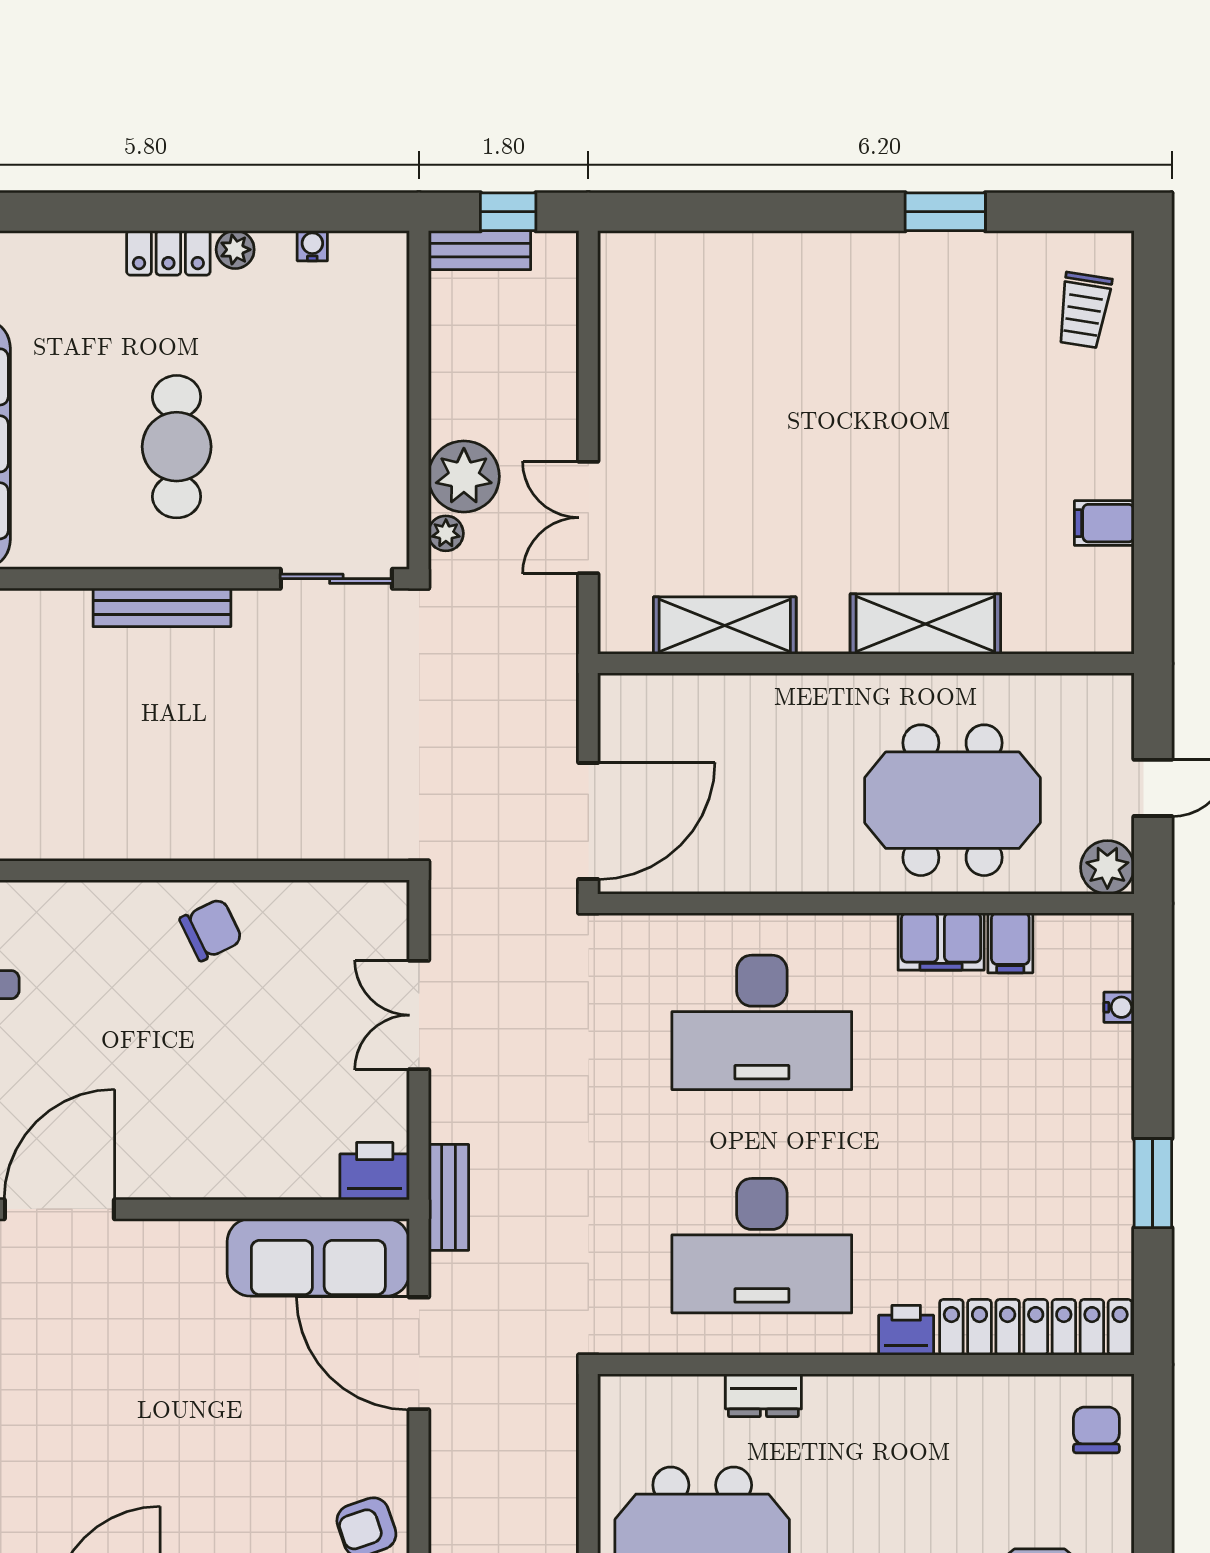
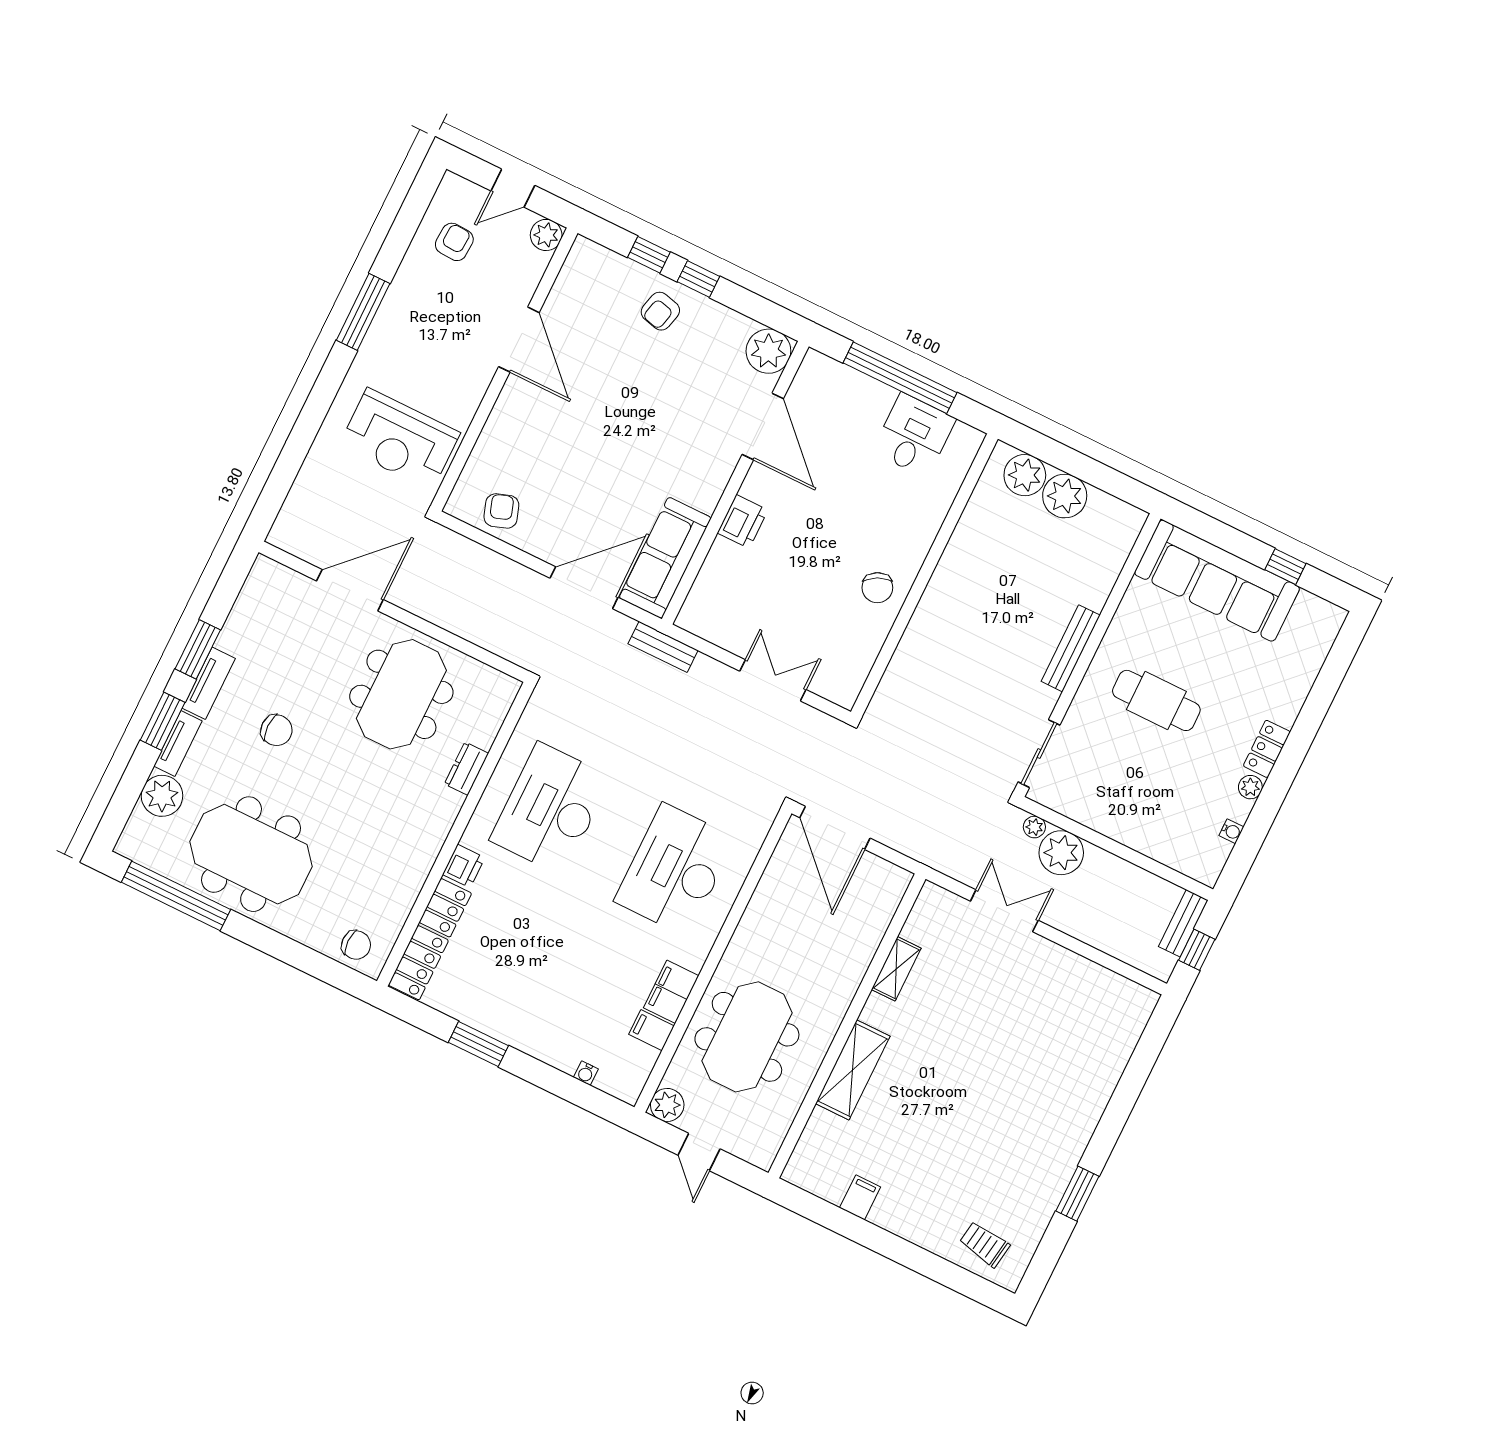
shelving: (725, 626) -> (896, 969), width x0.67, depth x0.75
printer: (375, 1171) -> (743, 521), moved

